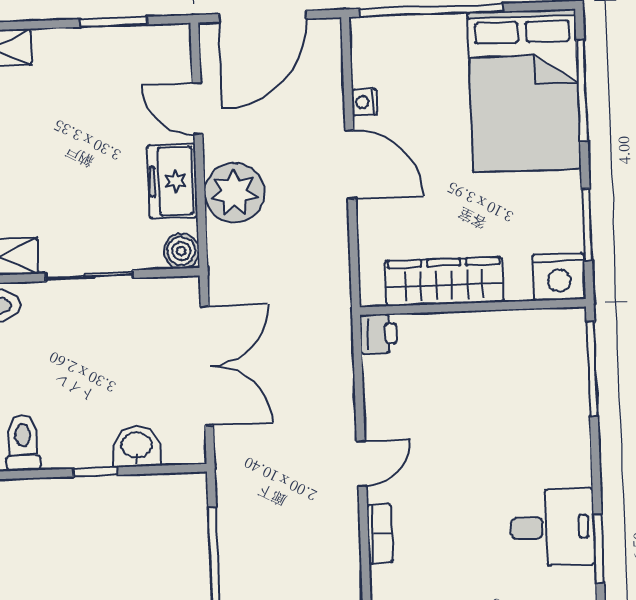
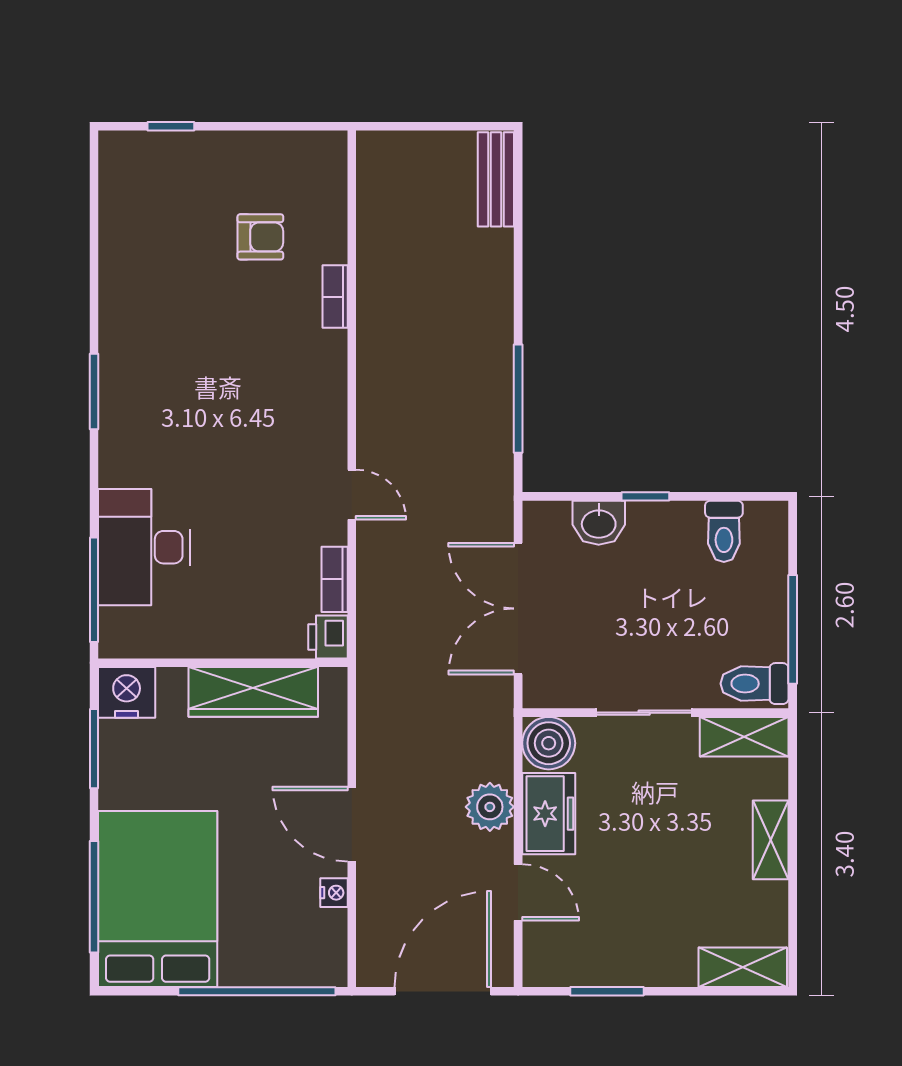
plant: (234, 193) -> (490, 807), width x0.73, depth x0.73
boiler: (181, 251) -> (549, 743), width x1.36, depth x1.36
door: (362, 464) -> (352, 495), swing flipped
desk: (553, 527) -> (144, 547), moved, width x1.37
bookcase: (380, 534) -> (335, 579), moved

